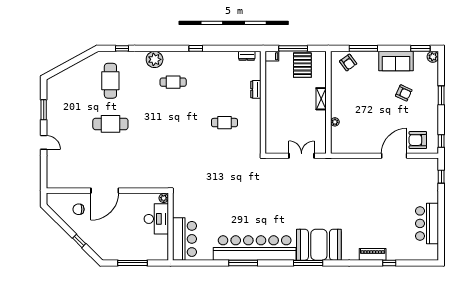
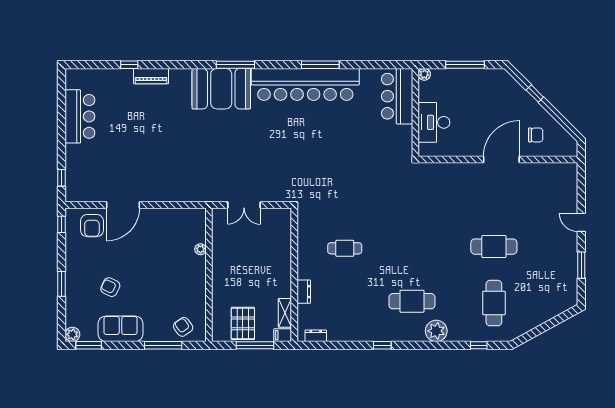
cafe table: (173, 82) -> (412, 301), width x1.37, depth x1.35
shelving: (321, 99) -> (285, 313), moved
armchair: (418, 140) -> (92, 226), turned 90
plant: (164, 198) -> (424, 74), moved

